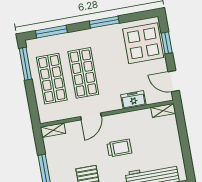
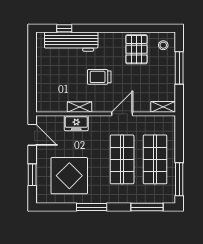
display table: (143, 43) -> (69, 176), moved
shelving: (163, 110) -> (80, 107), moved

